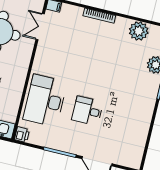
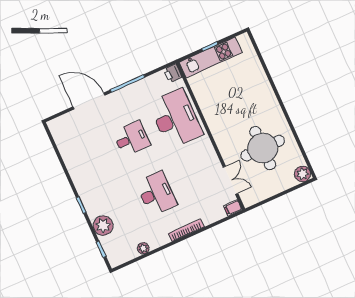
plant: (139, 31) -> (143, 248), width x0.53, depth x0.53
desk: (100, 58) -> (156, 194), added

